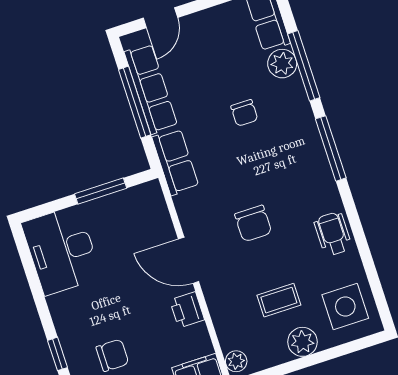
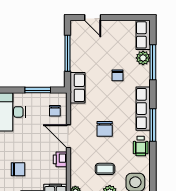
door: (160, 18) -> (93, 18), hinge flipped
row of seats: (151, 89) -> (143, 109), moved, turned 180
window: (331, 148) -> (153, 125), moved
chair: (146, 220) -> (55, 111), added
wheelchair: (333, 234) -> (141, 146), turned 180

